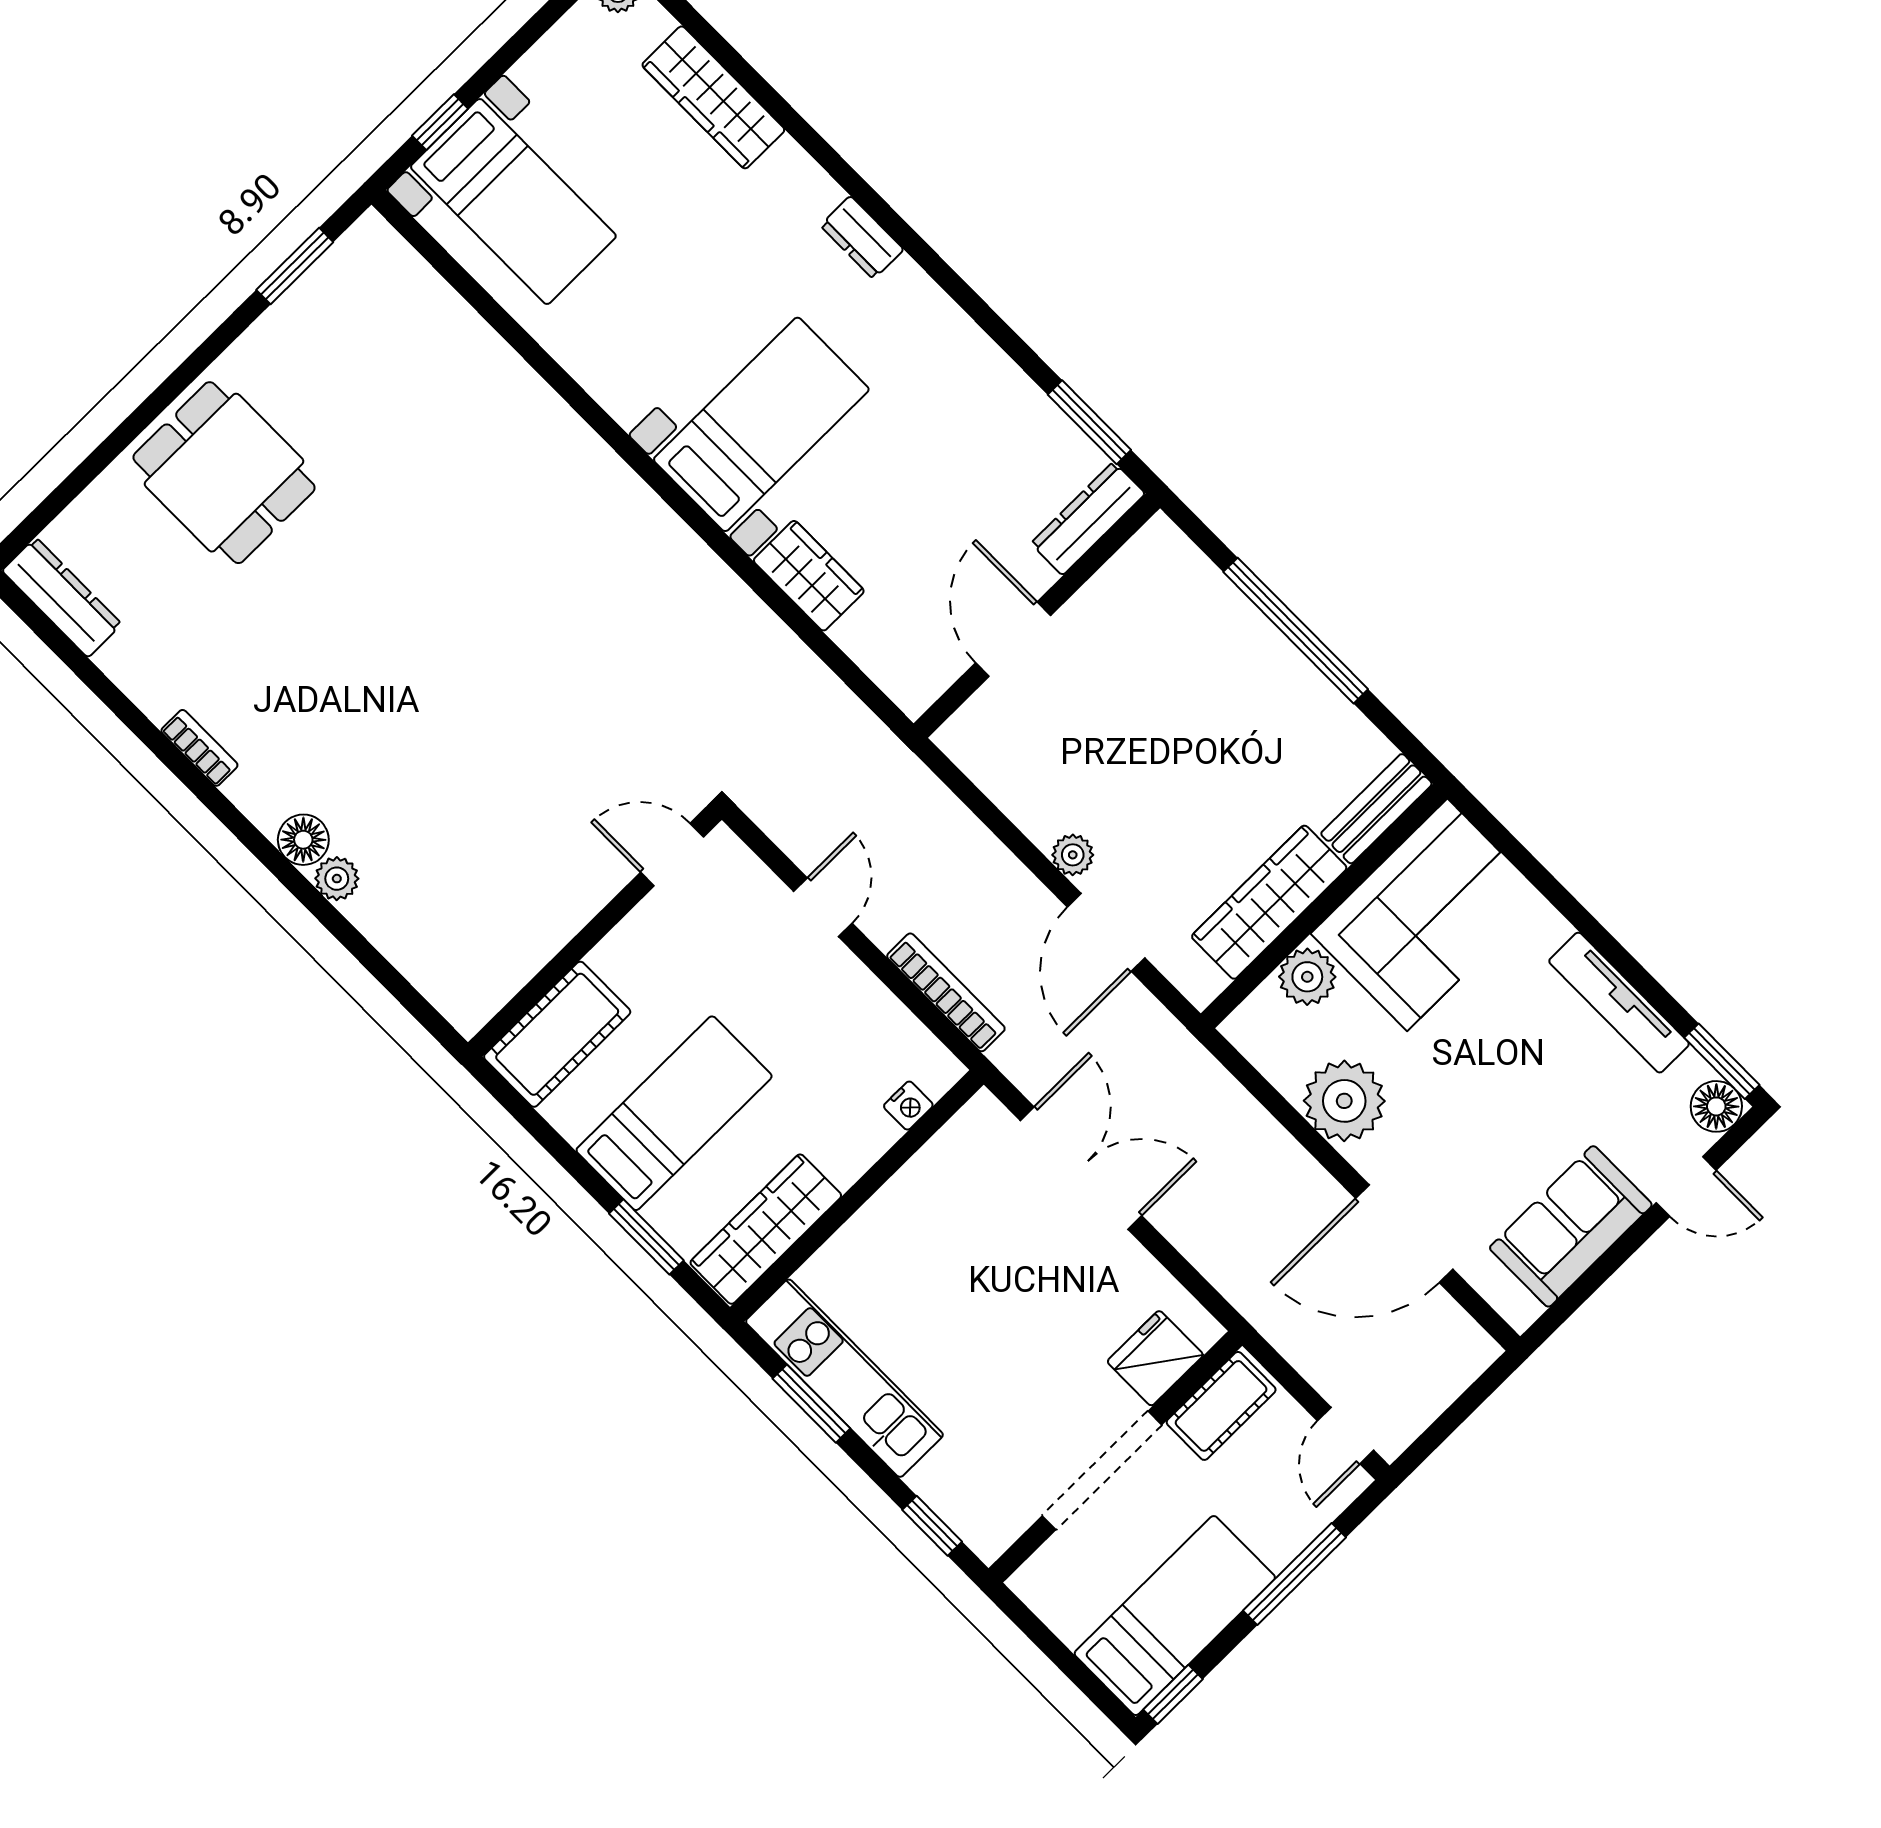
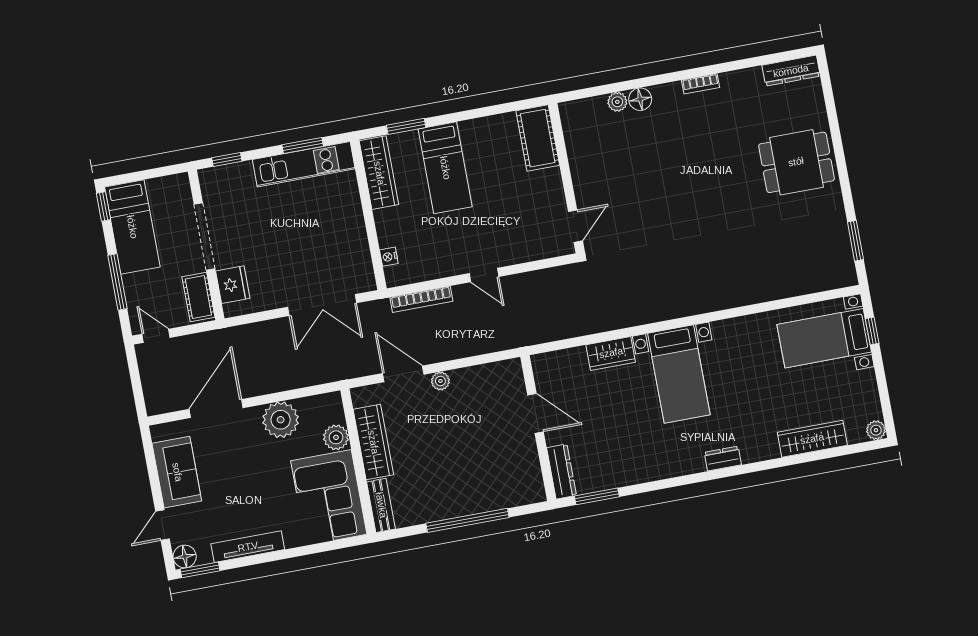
door: (672, 855) -> (575, 226), moved
wall: (595, 931) -> (567, 178), moved
cot: (557, 1034) -> (538, 138), moved

